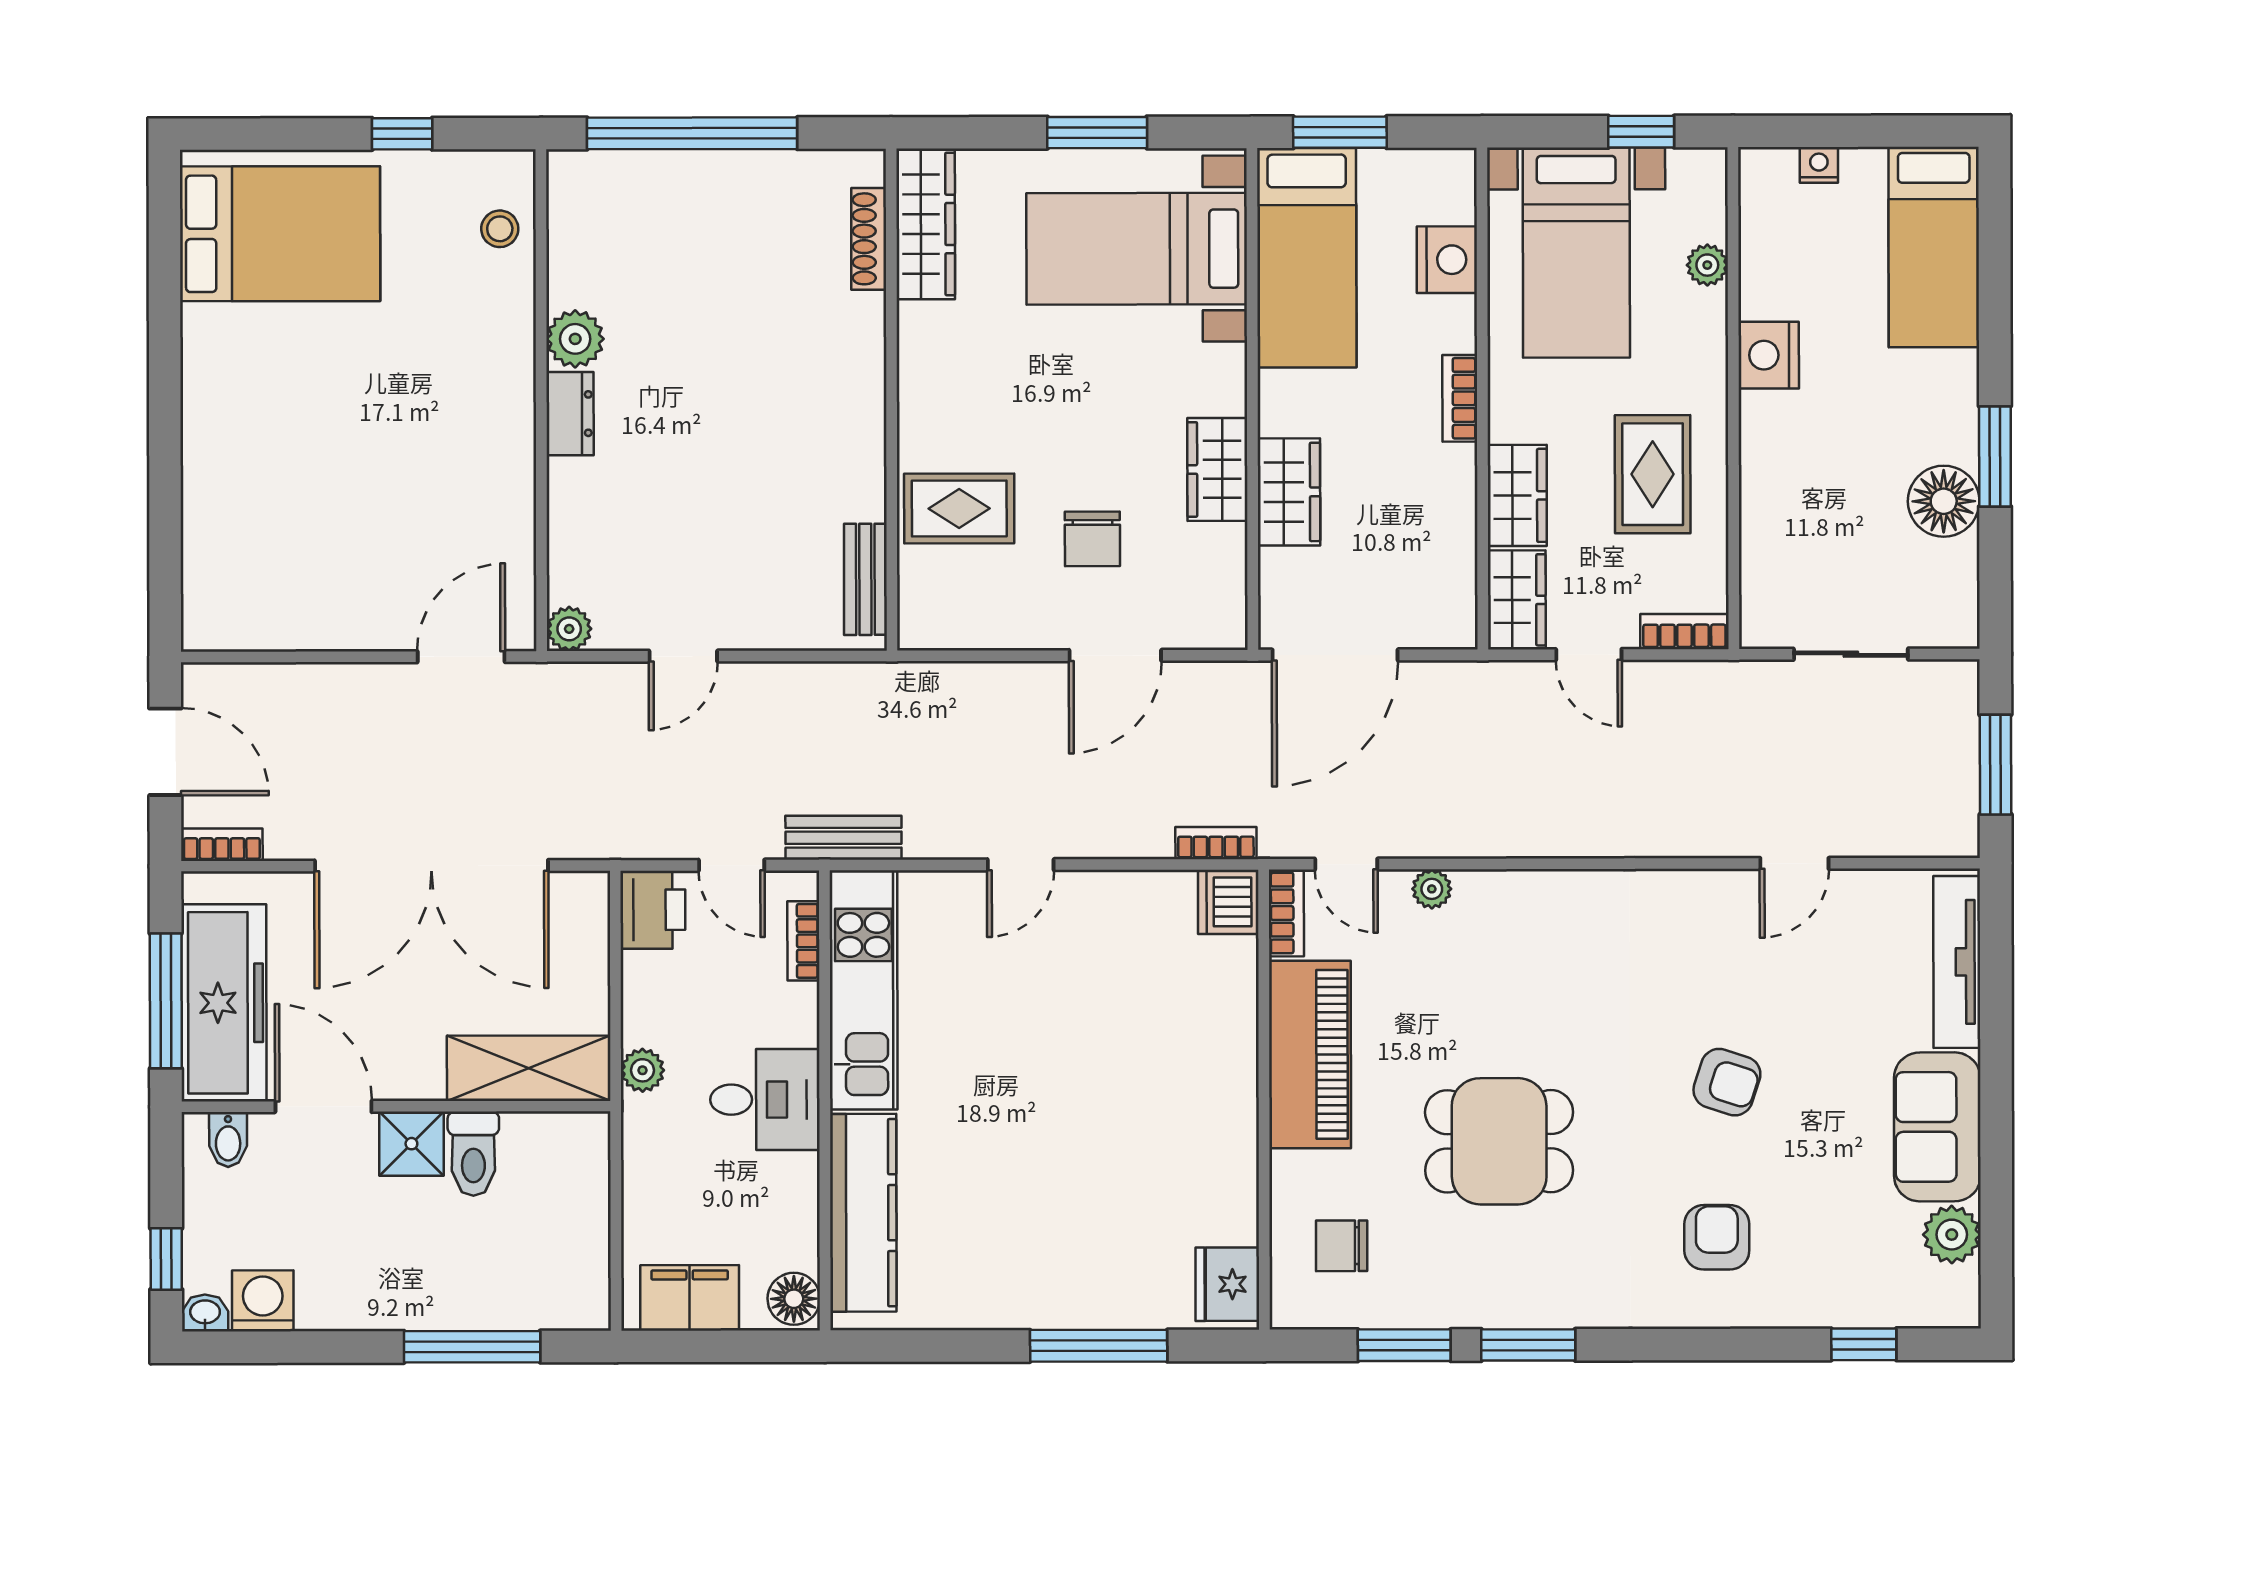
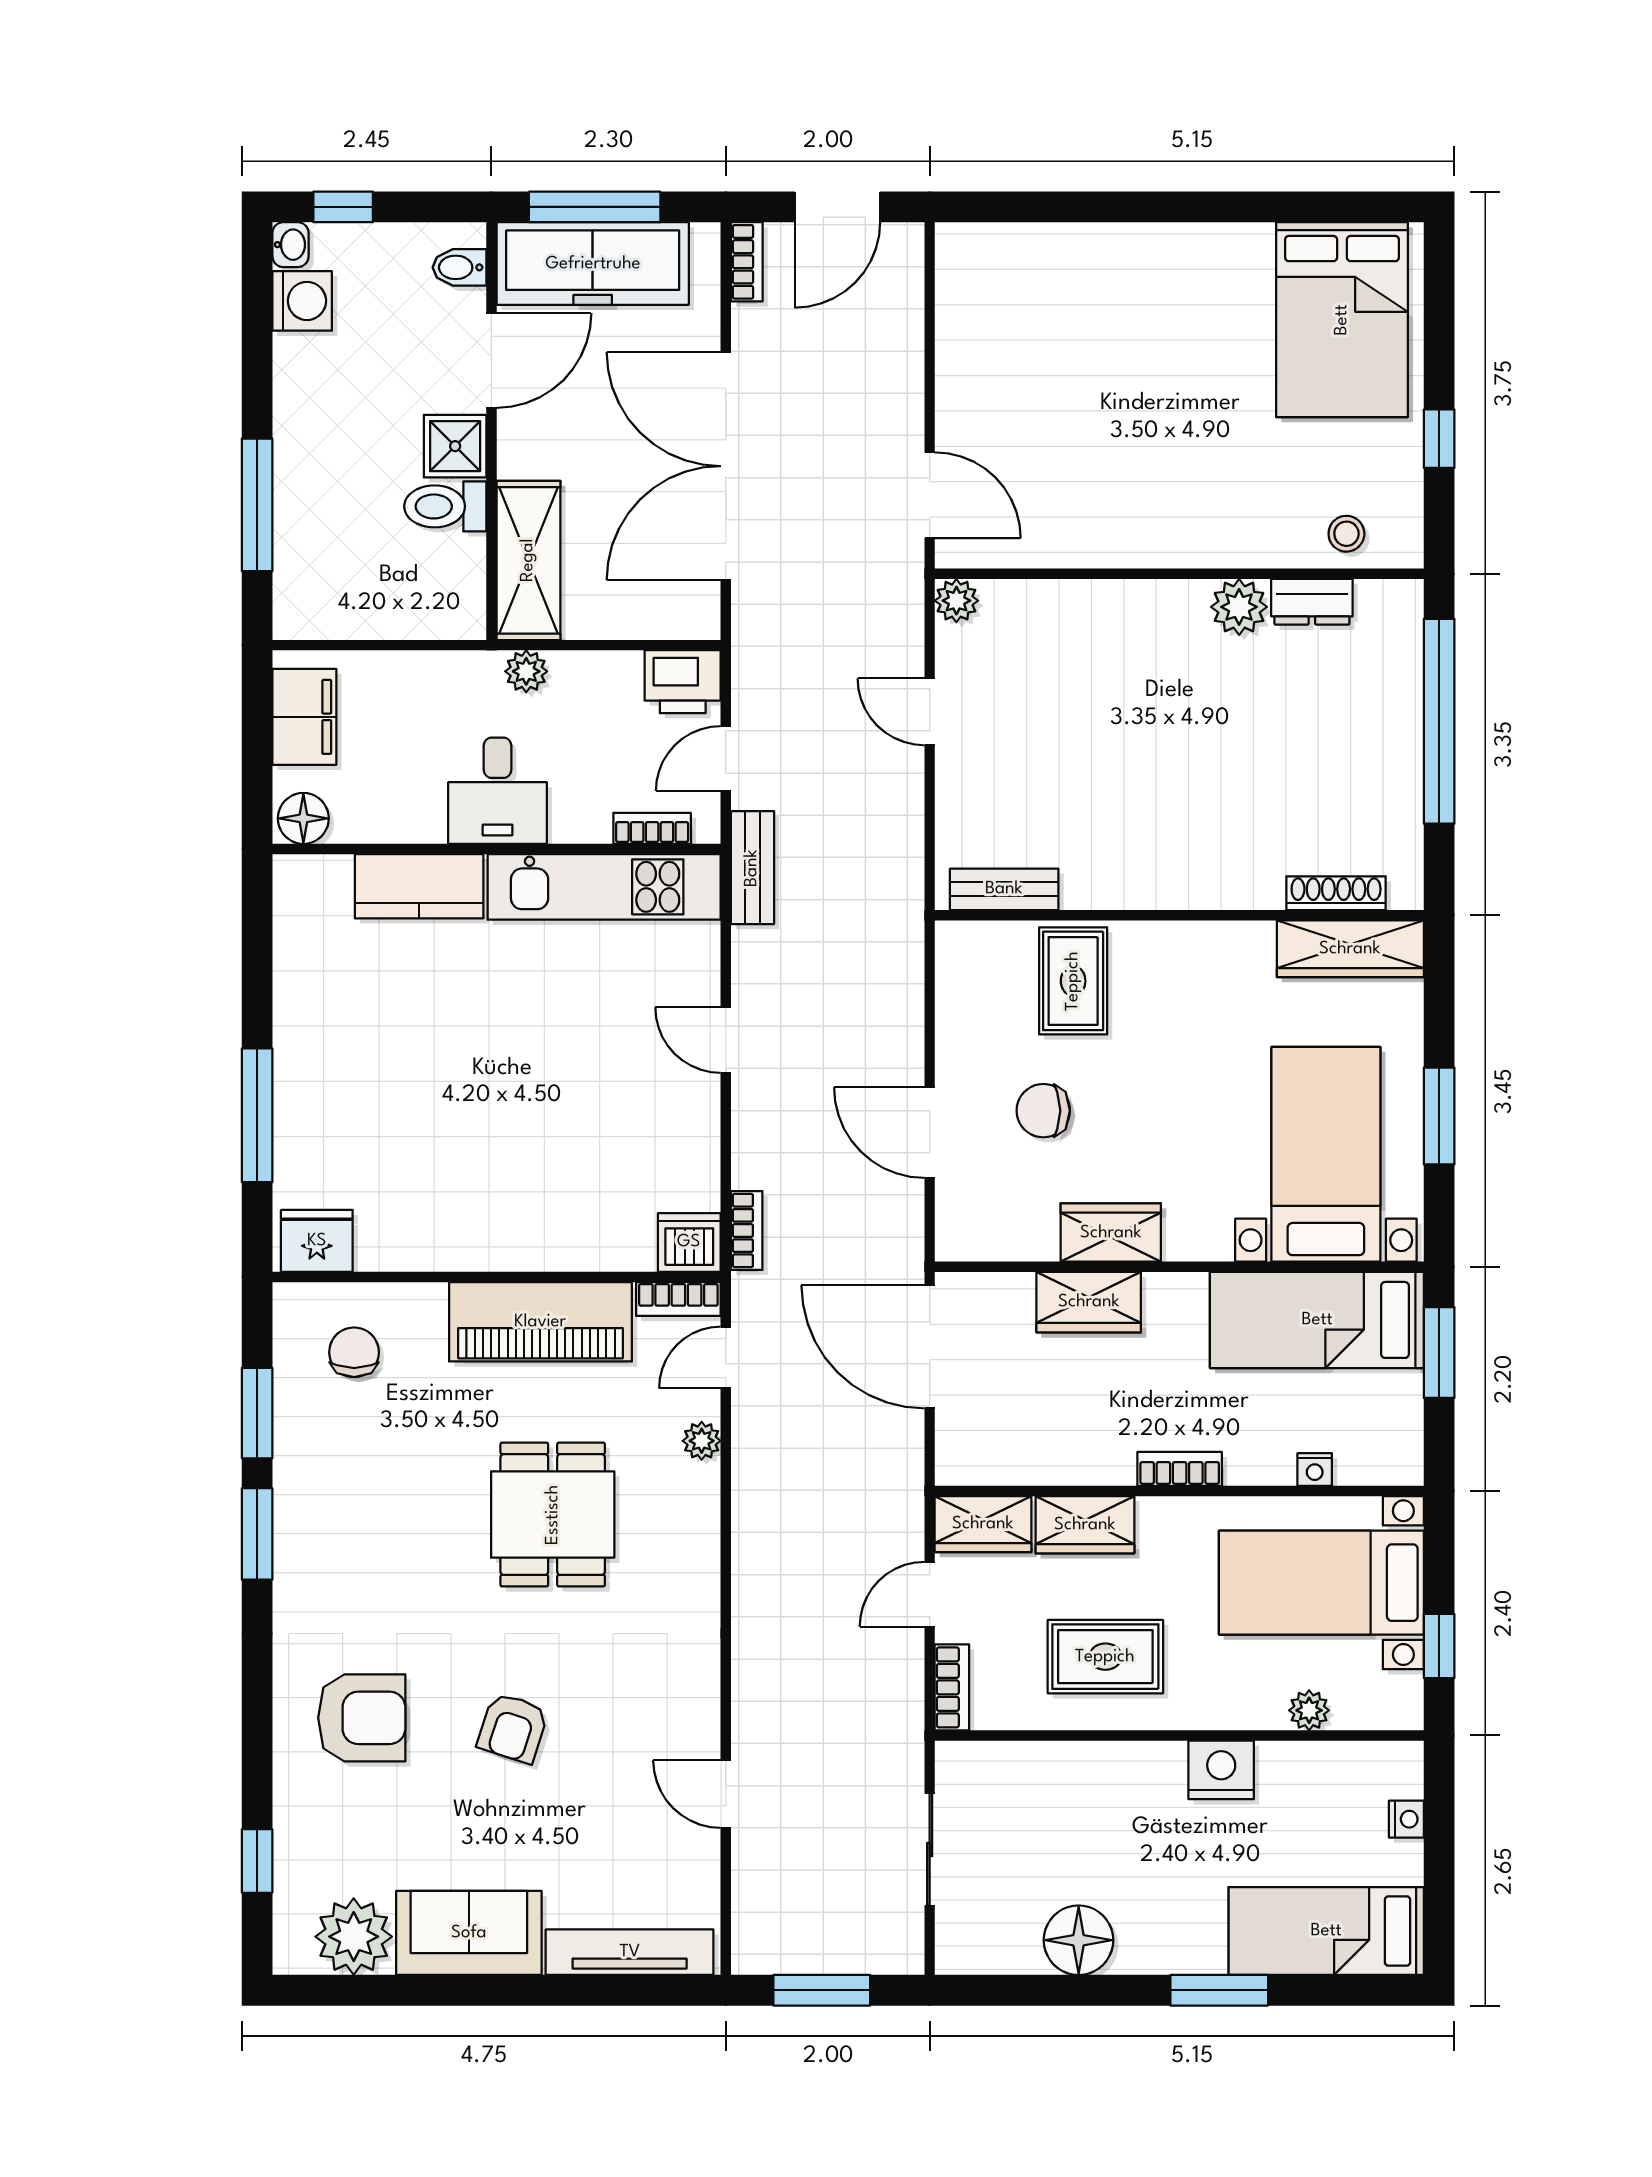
nightstand: (1447, 260) -> (1315, 1470), width x0.53, depth x0.56
dresser: (570, 414) -> (1312, 602), moved
window: (1995, 456) -> (1219, 1990), moved
dining table: (1499, 1141) -> (553, 1515), moved
kitchen counter: (863, 1213) -> (419, 886), width x0.67
plant: (1952, 1235) -> (354, 1937), width x1.36, depth x1.36
armchair: (1717, 1237) -> (362, 1718), width x1.38, depth x1.38

